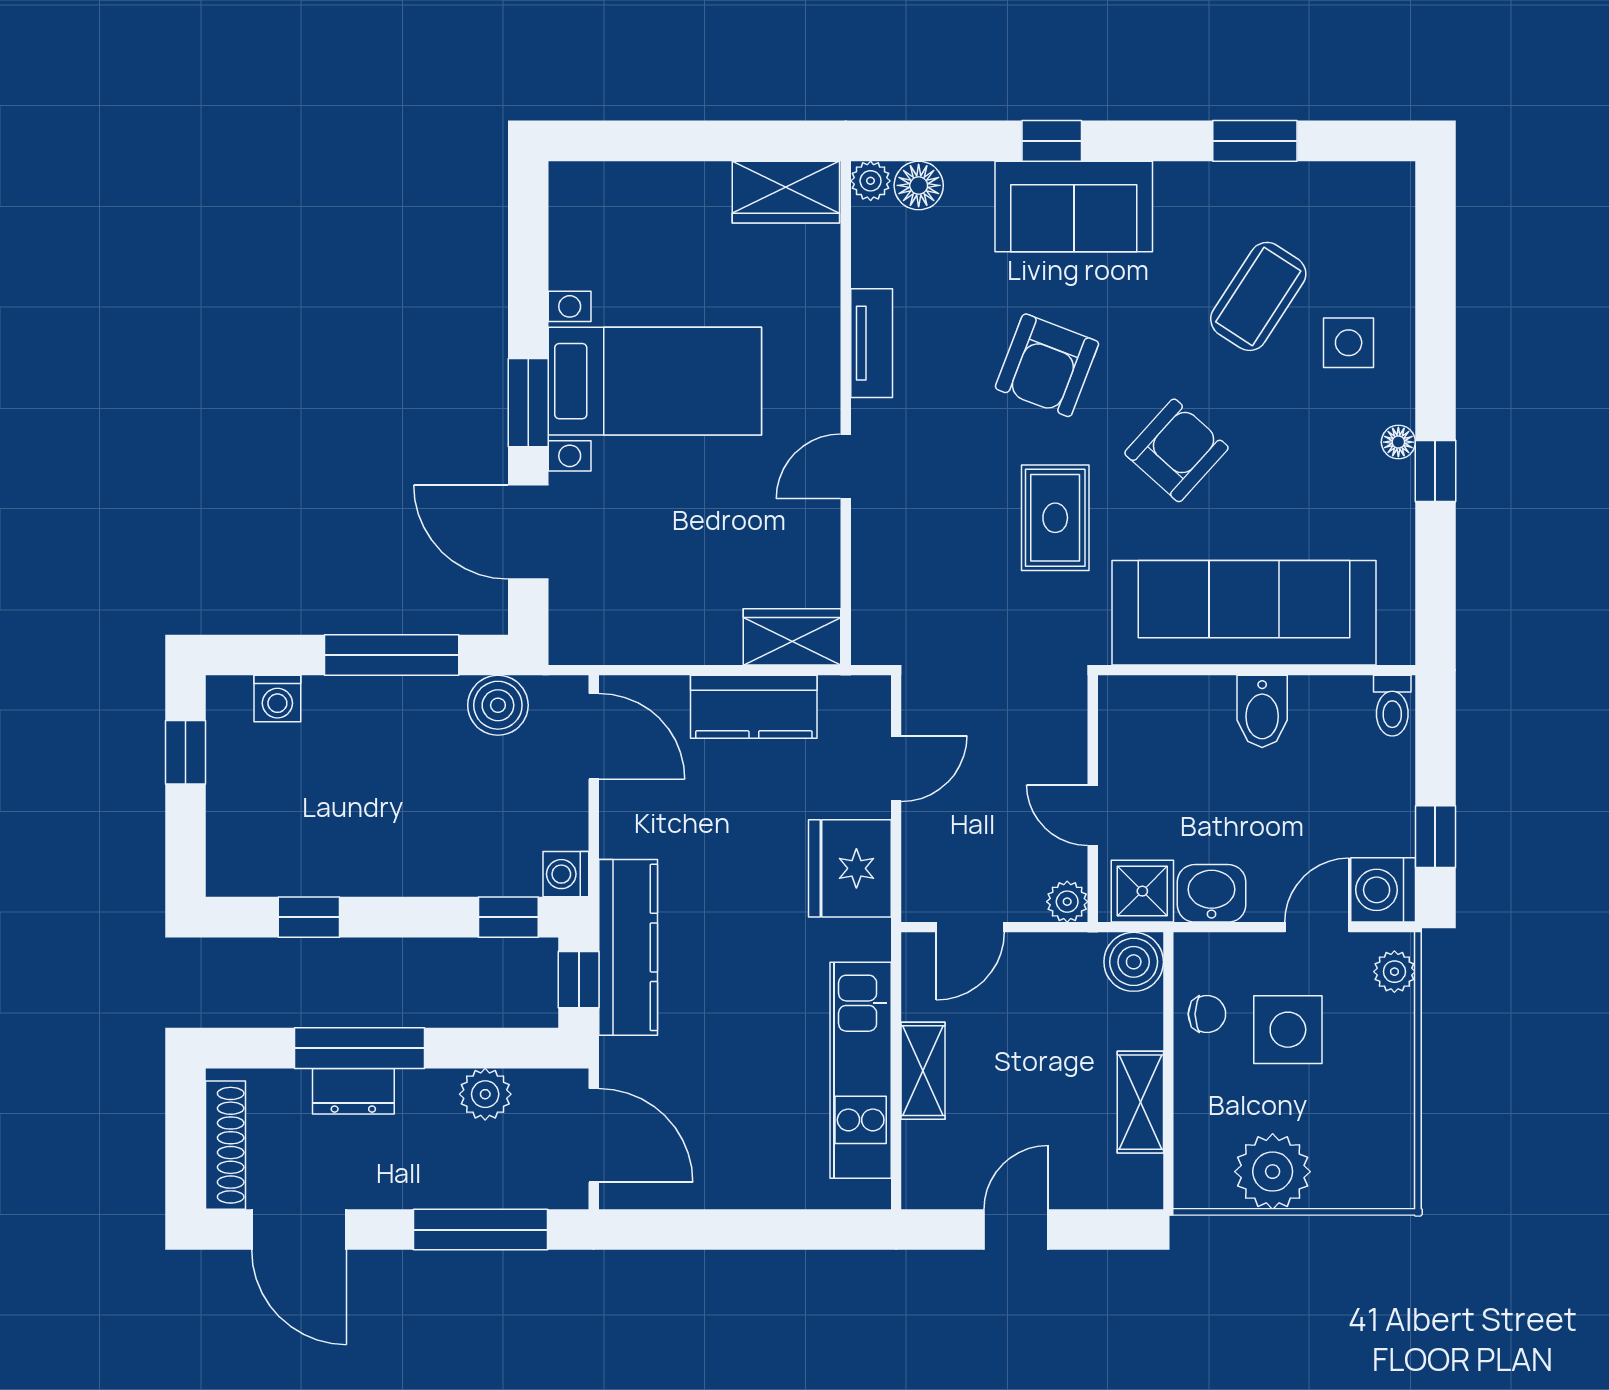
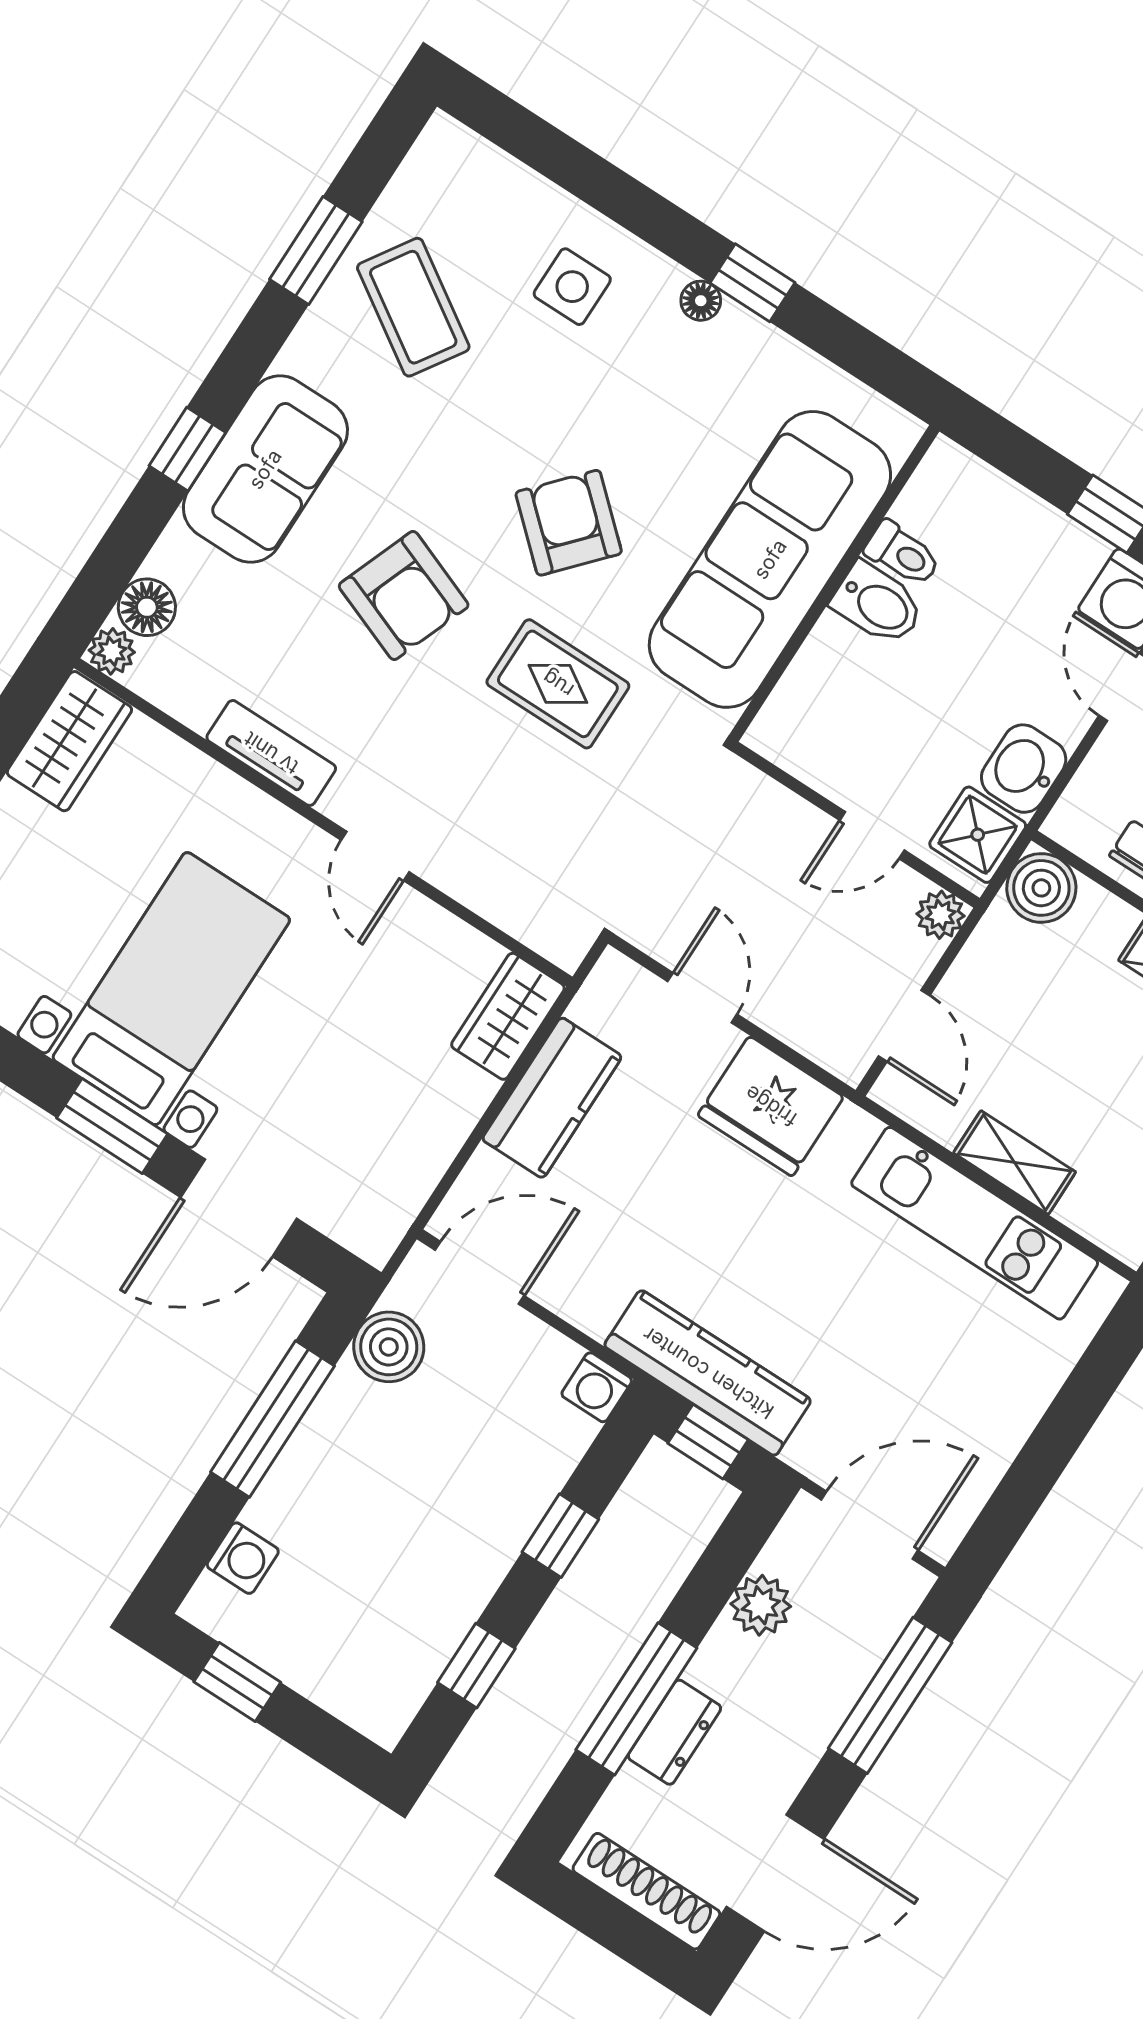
coffee table: (1258, 296) -> (413, 307), moved
toilet: (1392, 706) -> (902, 554), moved
window: (508, 917) -> (560, 1536), moved

